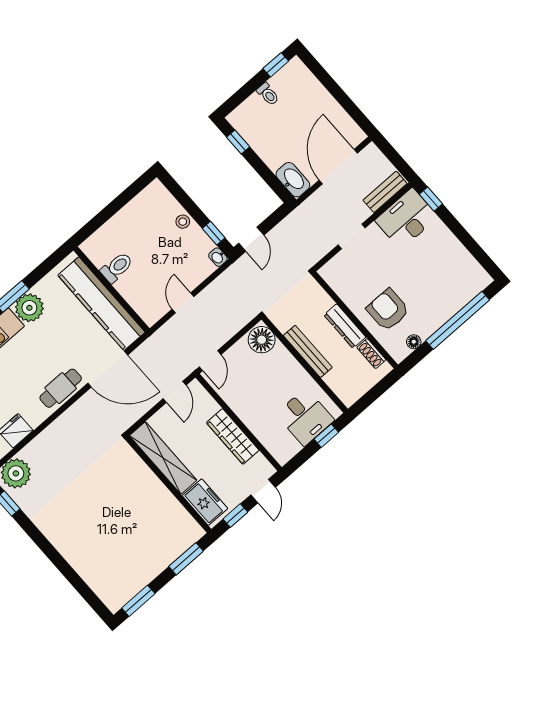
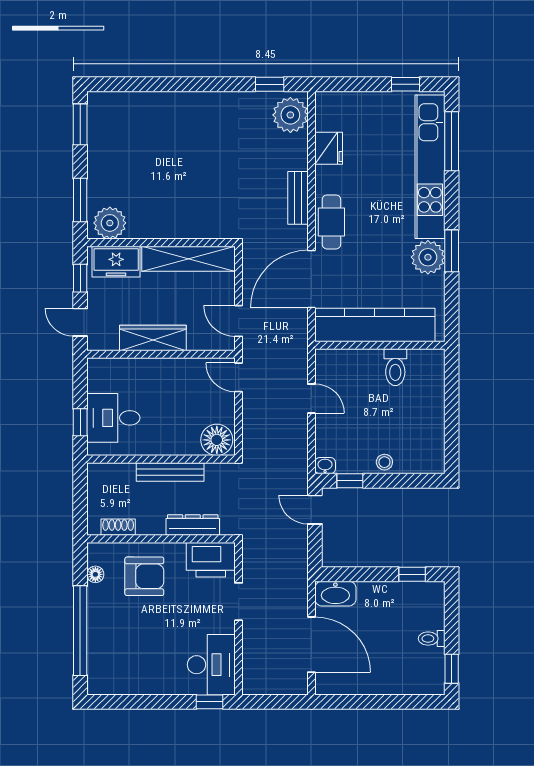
bench: (385, 192) -> (298, 198), moved
printer: (341, 277) -> (211, 560), added
dresser: (345, 326) -> (193, 525), moved
plant: (184, 527) -> (110, 223), added

